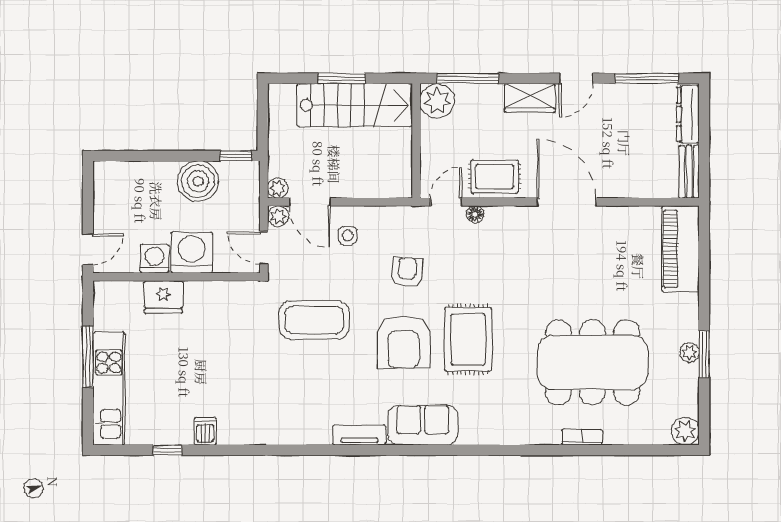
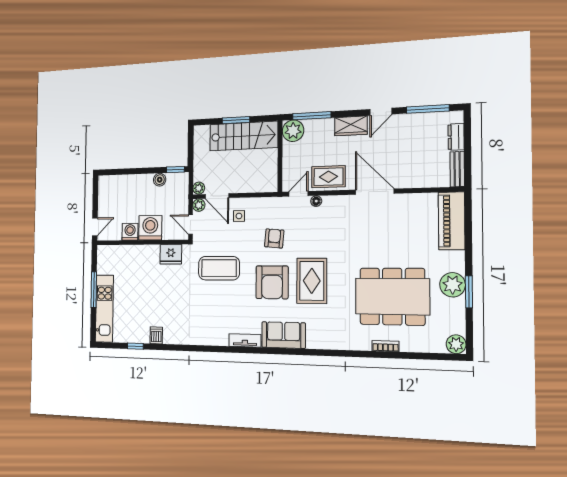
dresser: (688, 114) -> (456, 137), width x0.70
boiler: (198, 181) -> (160, 180), width x0.54, depth x0.54
fridge: (164, 297) -> (171, 254), moved
plant: (690, 352) -> (453, 285), width x1.87, depth x1.87

